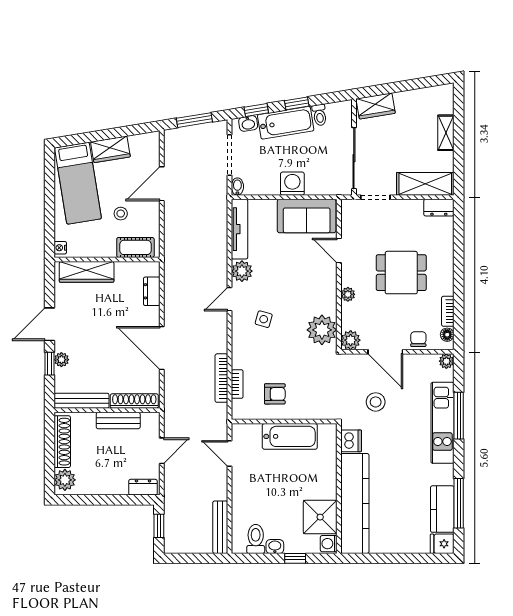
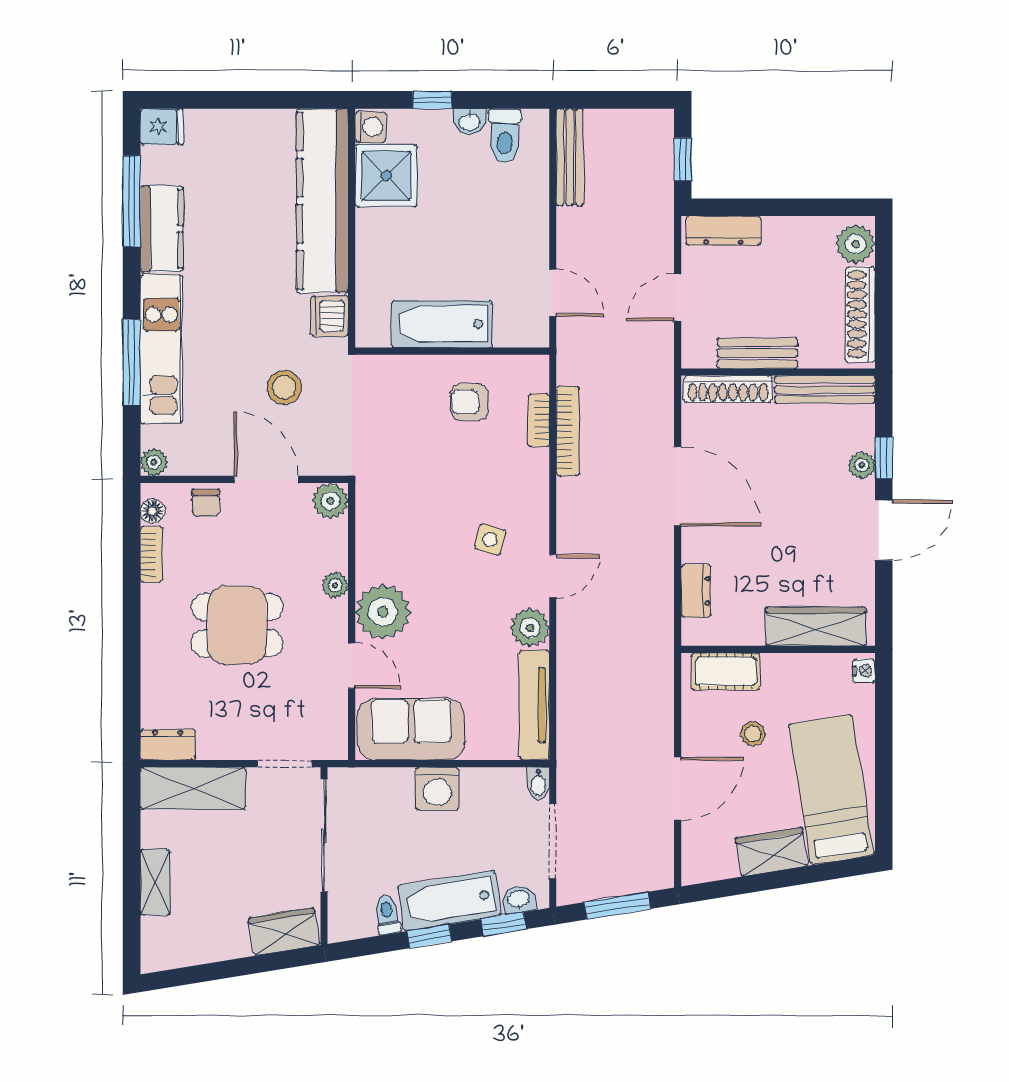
plant: (322, 330) -> (383, 612), moved
dresser: (143, 487) -> (723, 231), width x1.44
kitchen counter: (442, 509) -> (162, 229), moved

